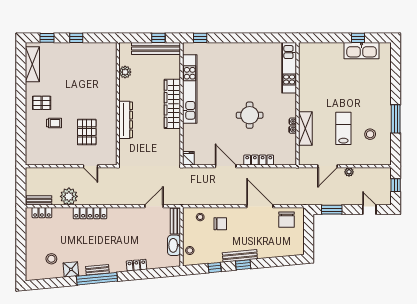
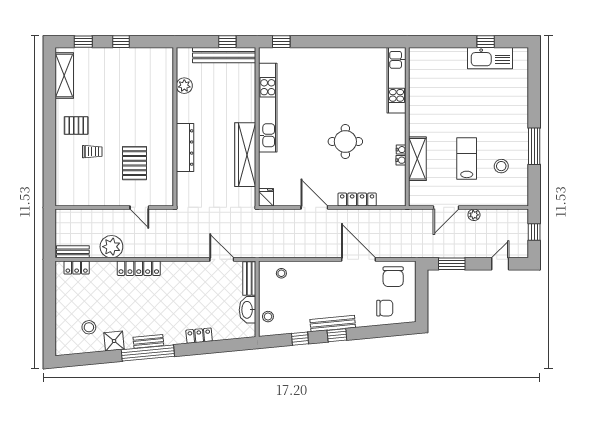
wardrobe: (172, 104) -> (245, 155), moved
door: (154, 206) -> (222, 259), hinge flipped
door: (369, 210) -> (500, 264), hinge flipped
chair: (220, 224) -> (385, 308), moved

